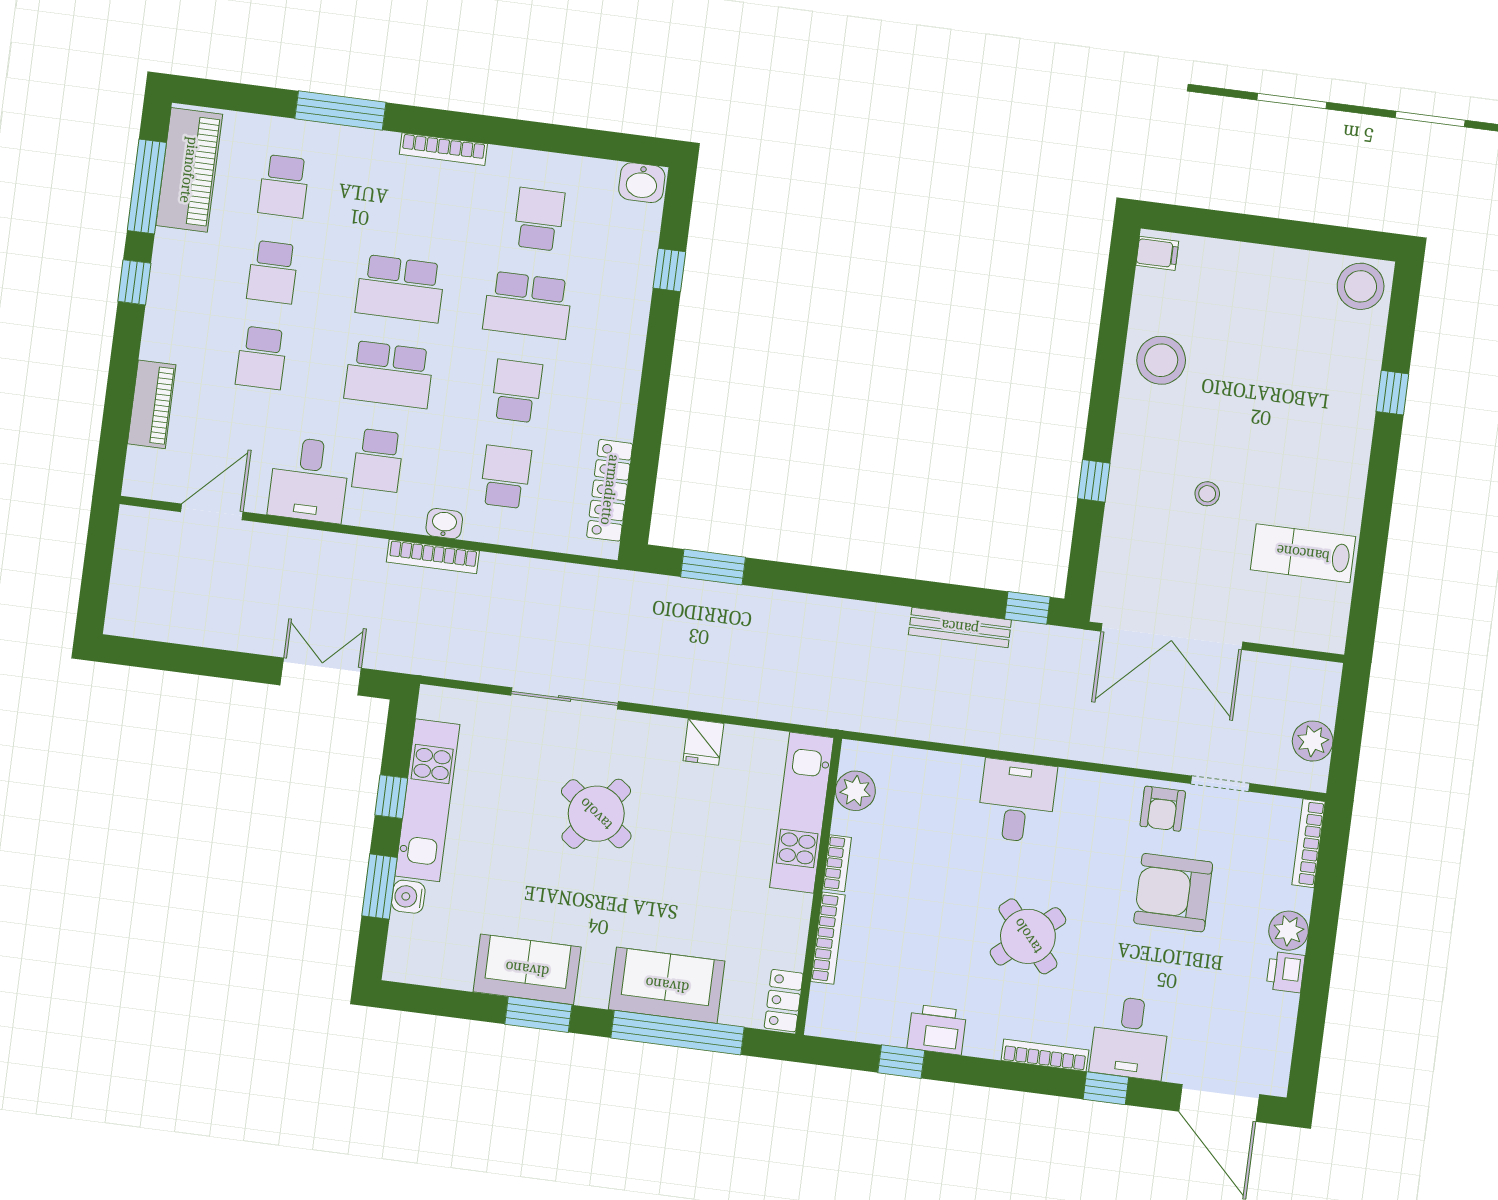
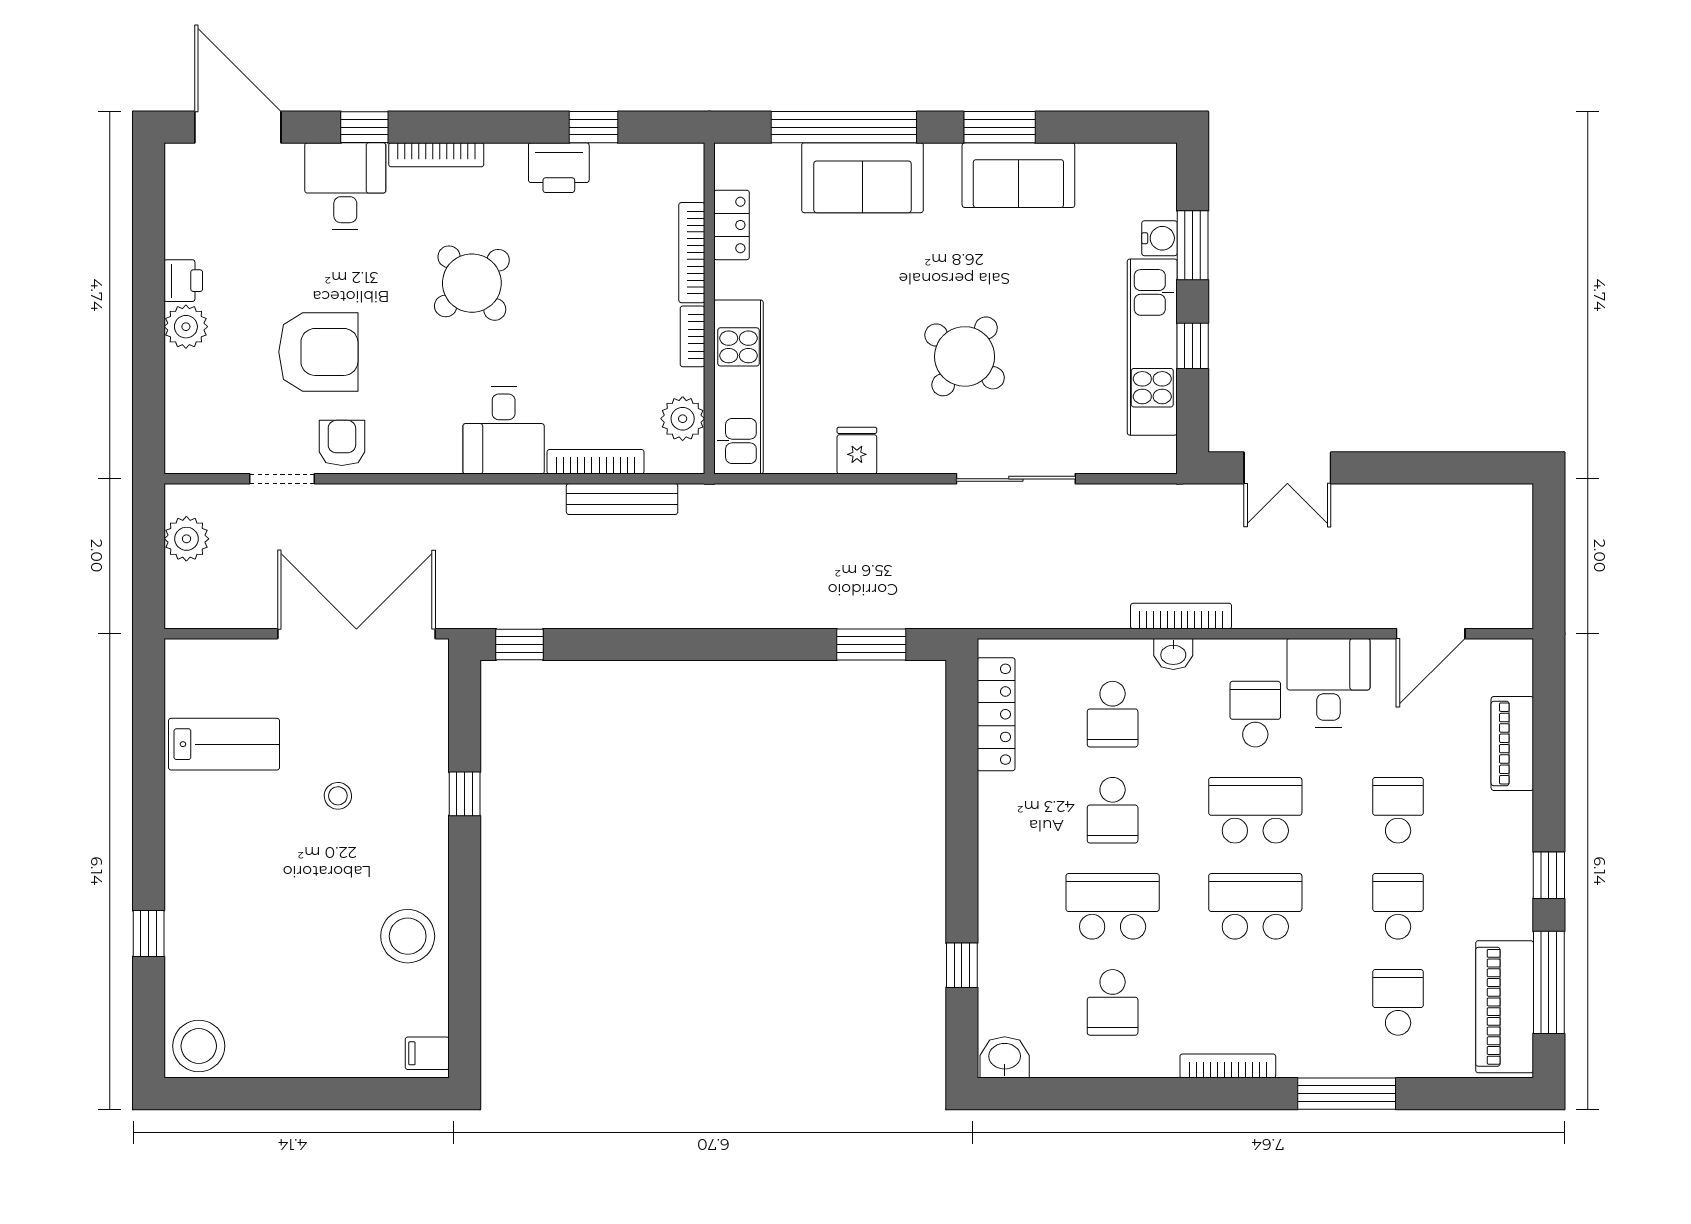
bench: (960, 627) -> (622, 499), moved
bookcase: (1309, 843) -> (595, 462), moved, turned -90
locker: (784, 1001) -> (732, 225), moved

